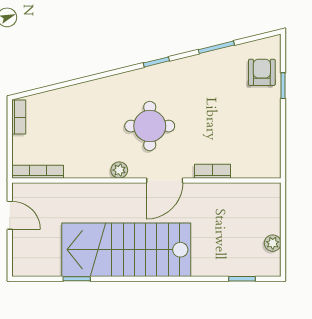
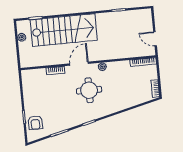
stairs: (126, 250) -> (64, 30), moved

